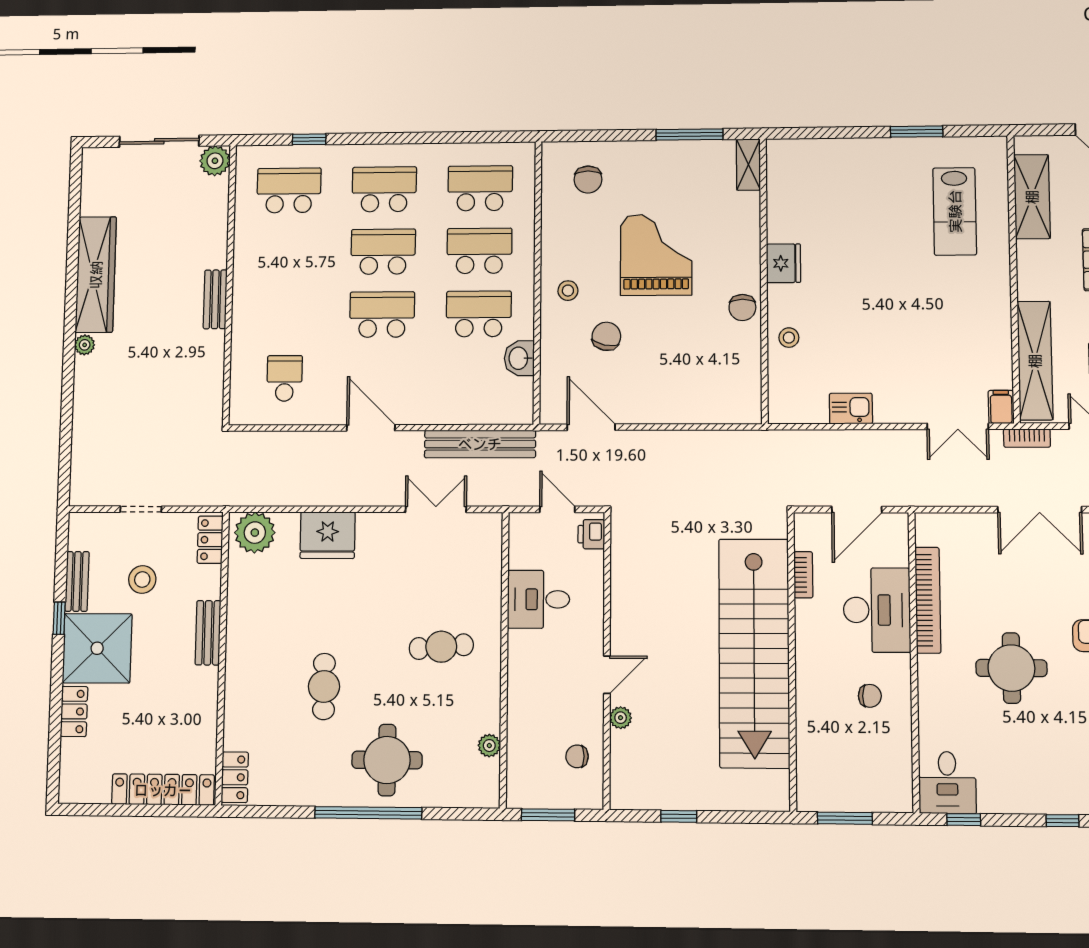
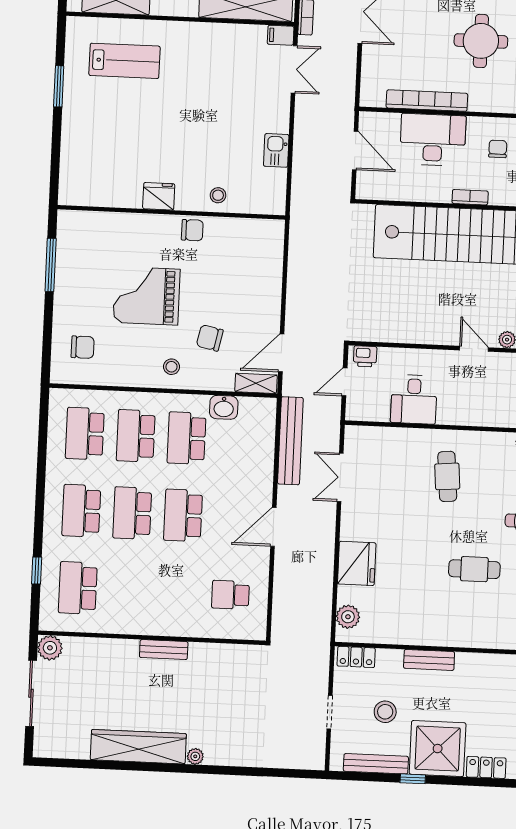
shelving: (748, 165) -> (256, 383), moved
plant: (255, 533) -> (348, 617), width x0.73, depth x0.73
bookcase: (803, 575) -> (470, 197), moved
bench: (77, 581) -> (376, 764), width x1.36

